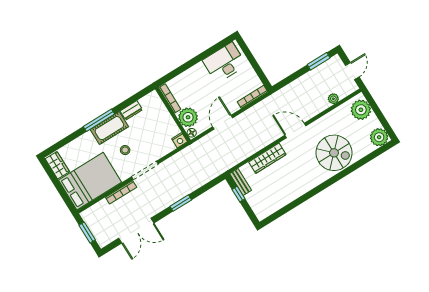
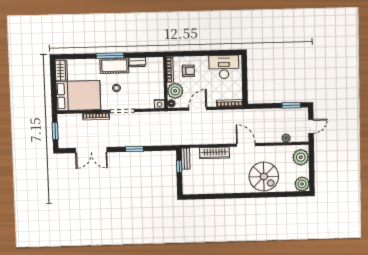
armchair: (190, 88) -> (188, 71), added

